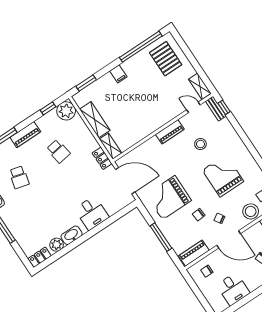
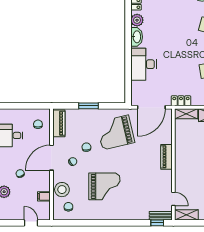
door: (193, 107) -> (173, 199), hinge flipped
piano: (170, 132) -> (166, 157), moved
stool: (200, 144) -> (141, 185), removed
grand piano: (169, 198) -> (116, 132), turned -103
desk: (92, 213) -> (143, 64), width x1.37
window: (161, 237) -> (89, 106), width x0.69

